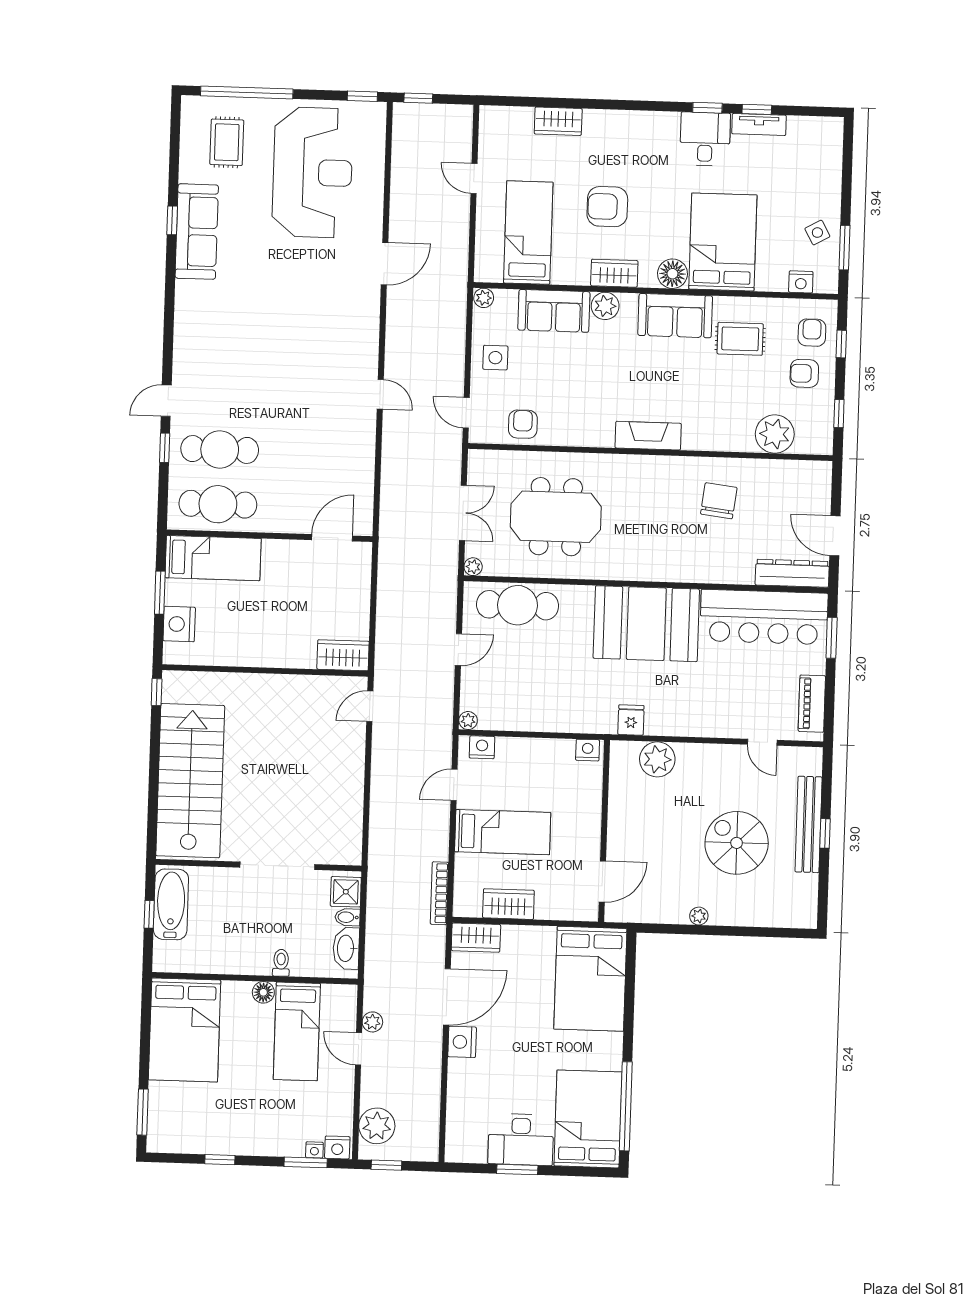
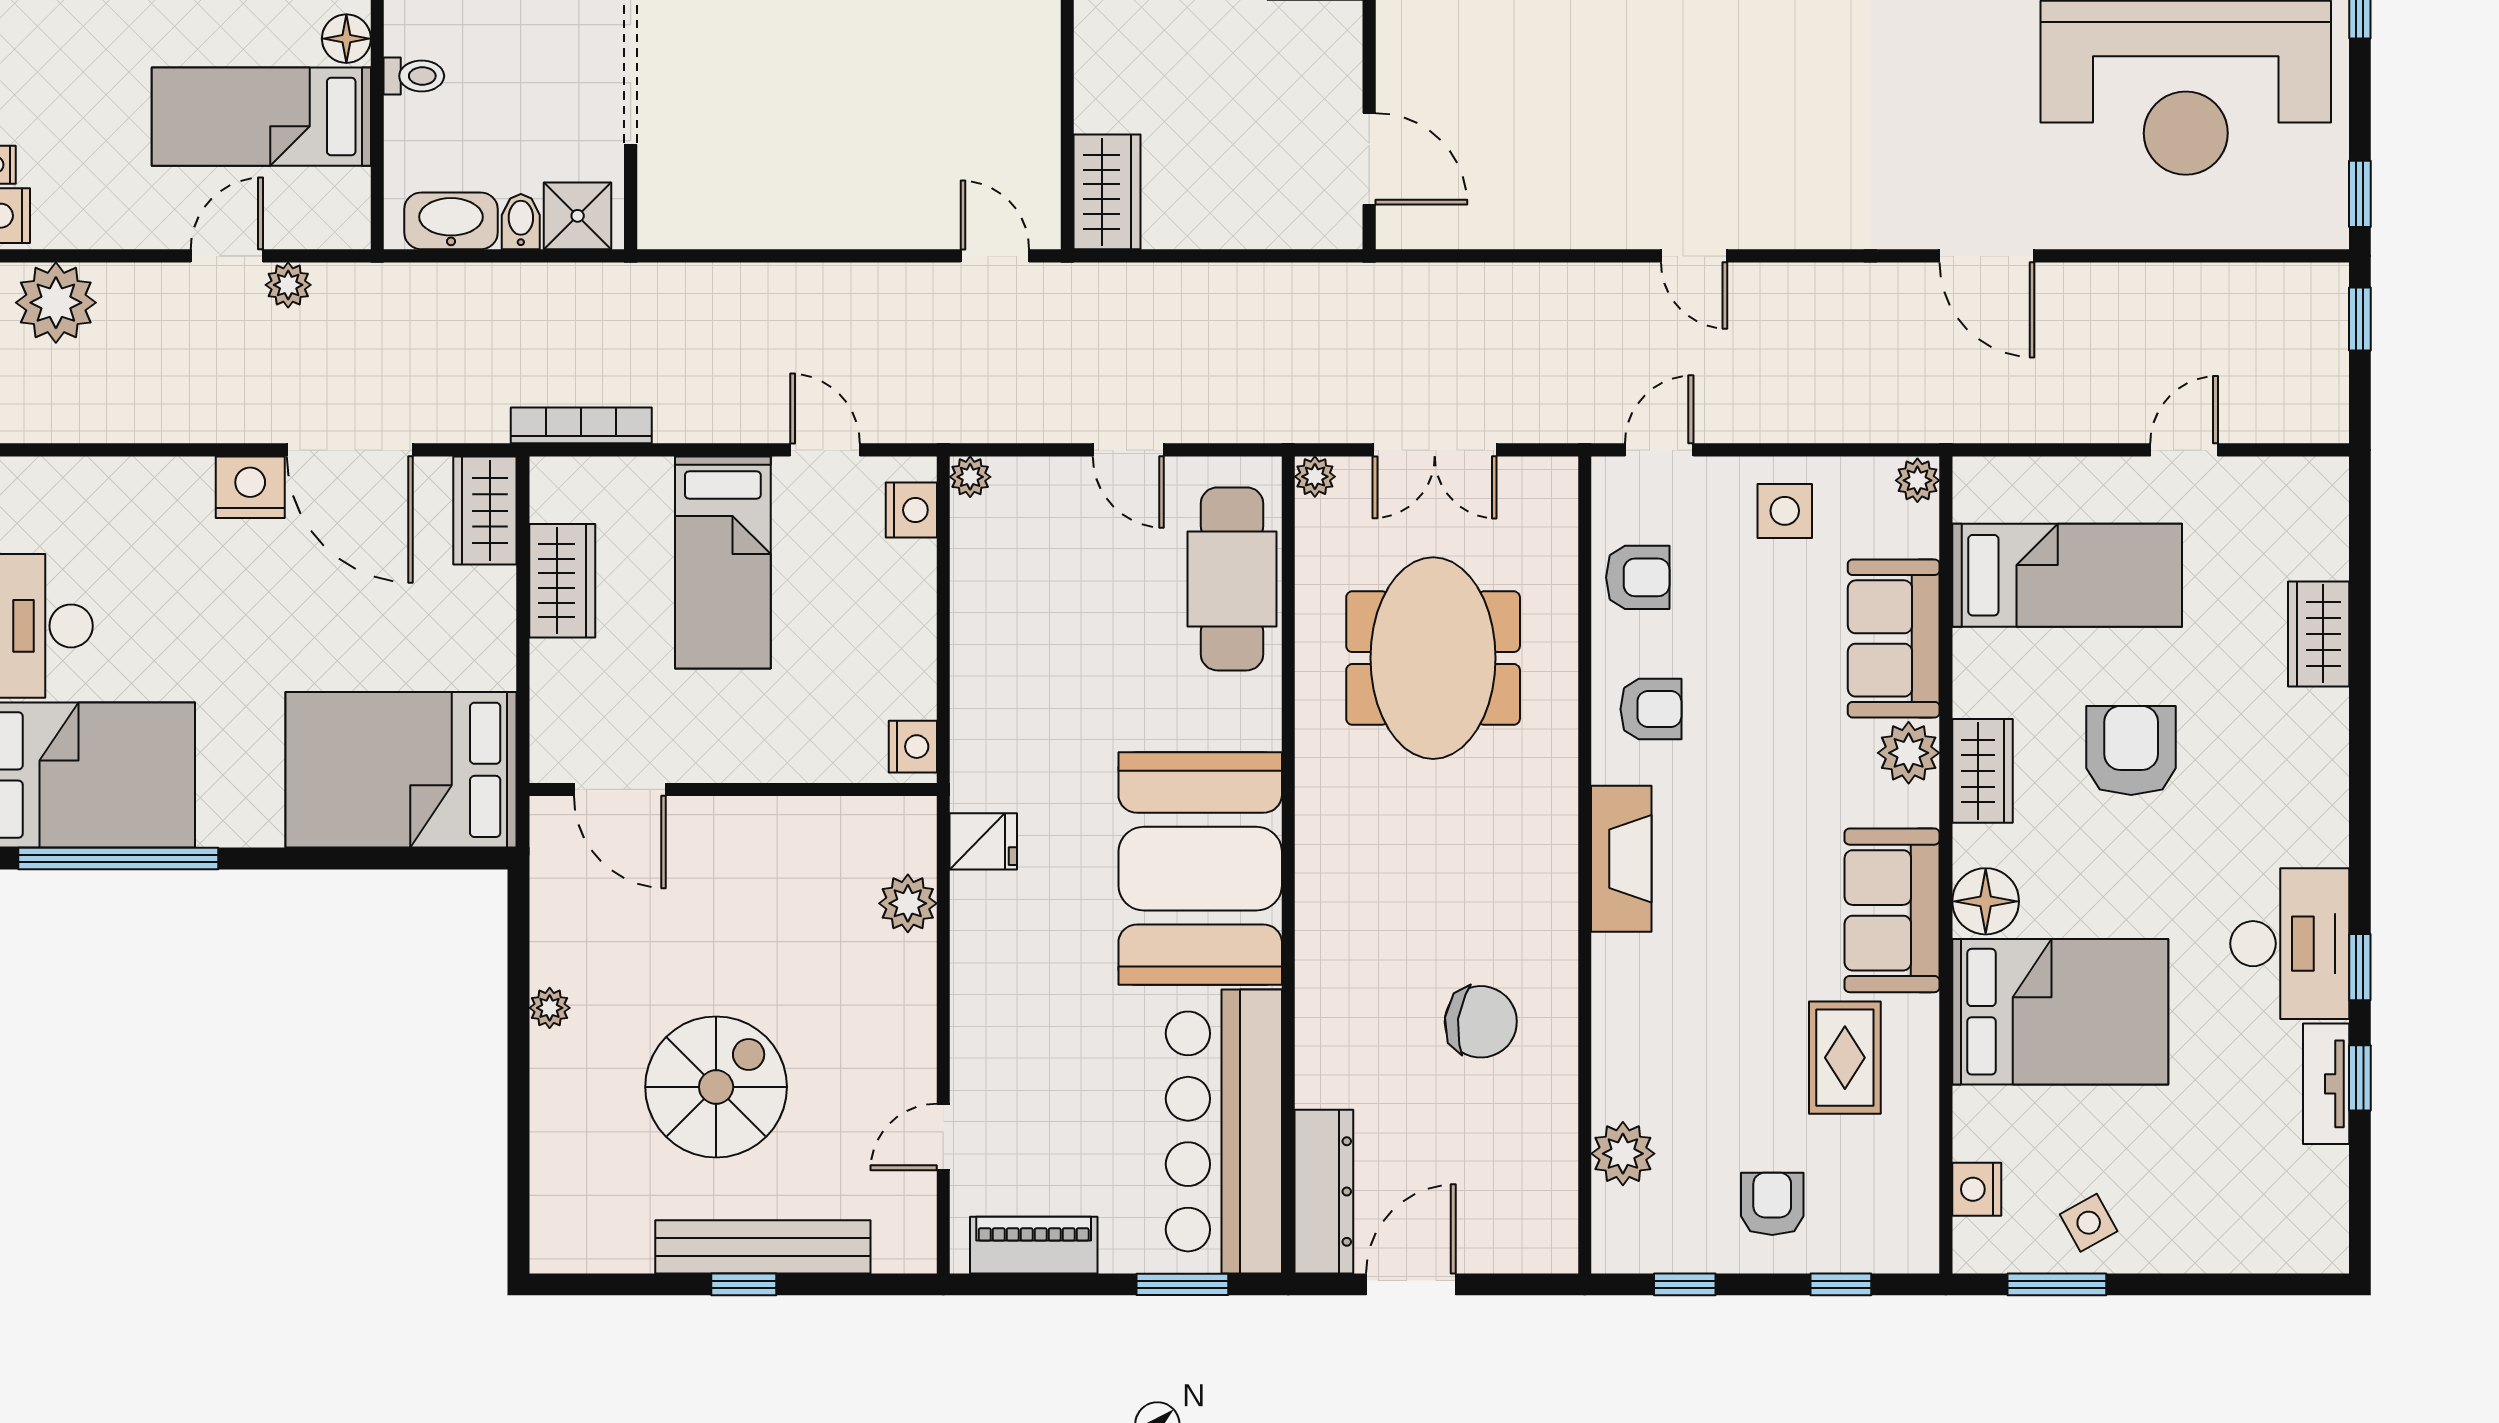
desk: (705, 139) -> (2290, 944), width x1.37
armchair: (812, 333) -> (1651, 709), moved
door: (380, 394) -> (1694, 256), hinge flipped
plant: (775, 434) -> (1623, 1154), width x0.73, depth x0.73
plant: (657, 759) -> (908, 903), width x0.73, depth x0.73

